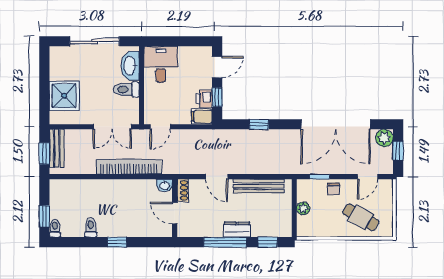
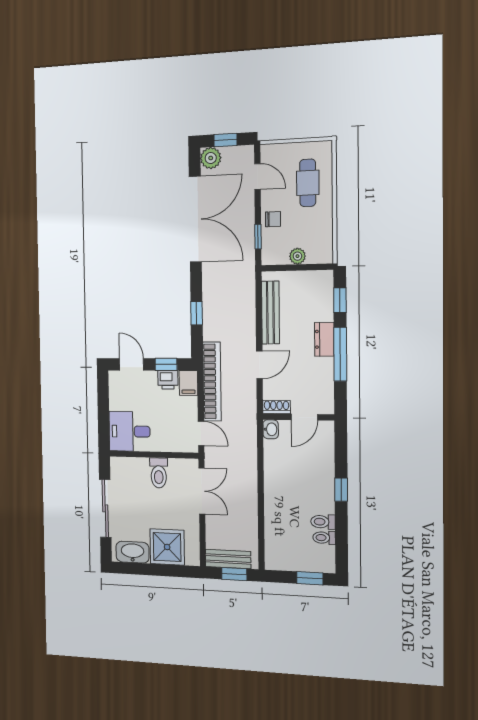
washbasin: (130, 66) -> (132, 552), moved, turned 180
bookcase: (129, 167) -> (212, 381), moved, turned 180
cafe table: (361, 217) -> (308, 183), turned -30
toilet: (55, 228) -> (324, 538), moved

